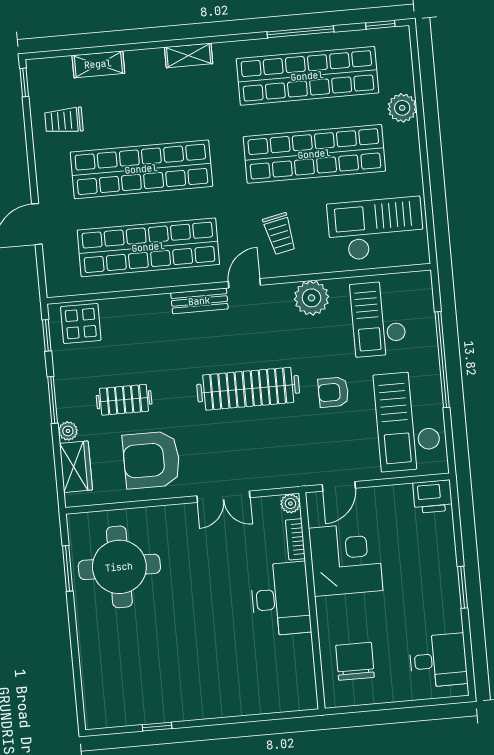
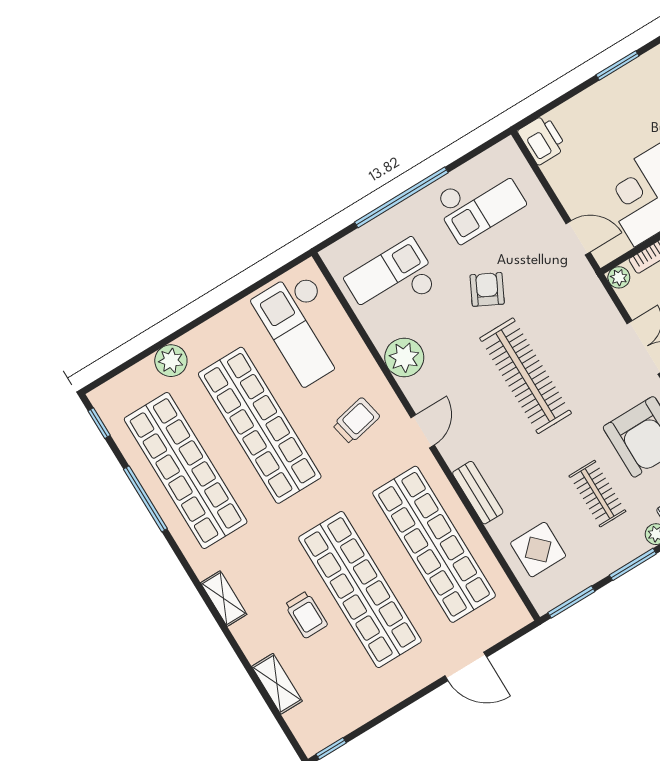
trolley: (64, 121) -> (306, 615), moved
door: (244, 283) -> (423, 431), swing flipped
bench: (199, 301) -> (478, 493), moved
checkout: (378, 319) -> (392, 281), turned 180
display table: (81, 324) -> (538, 550), moved
window: (47, 335) -> (571, 602), width x1.50
armchair: (333, 392) -> (487, 289), turned -153
checkout: (408, 421) -> (479, 202), width x0.73, depth x0.83

